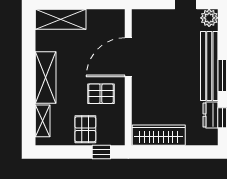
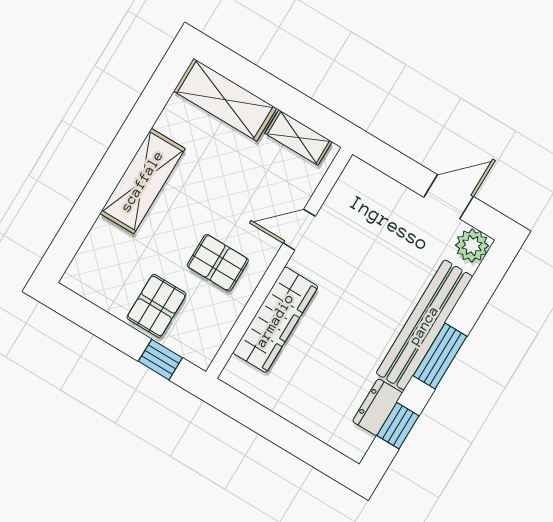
door: (128, 57) -> (299, 230), width x0.53
shelving: (43, 121) -> (298, 137), moved, turned 90
wardrobe: (159, 135) -> (275, 320), moved, turned 90

